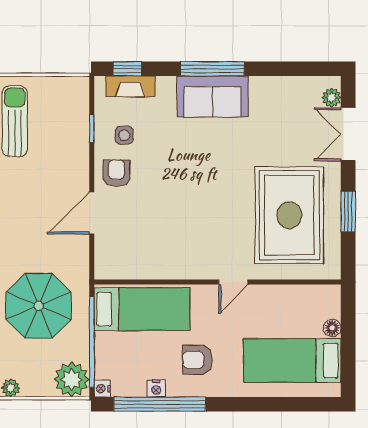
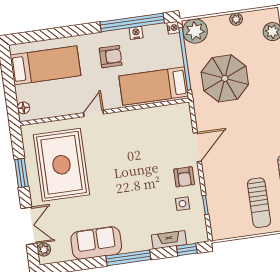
fireplace: (131, 86) -> (169, 240), moved
sofa: (213, 96) -> (96, 243), moved
floor lamp: (332, 328) -> (23, 108), moved

